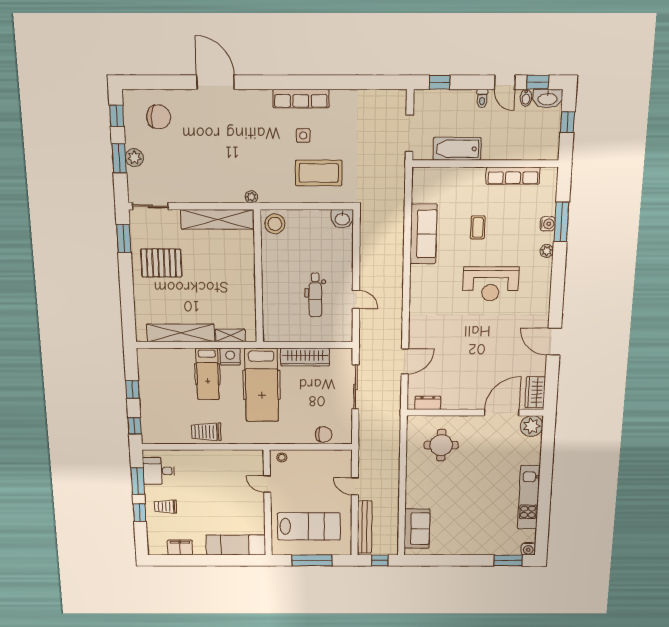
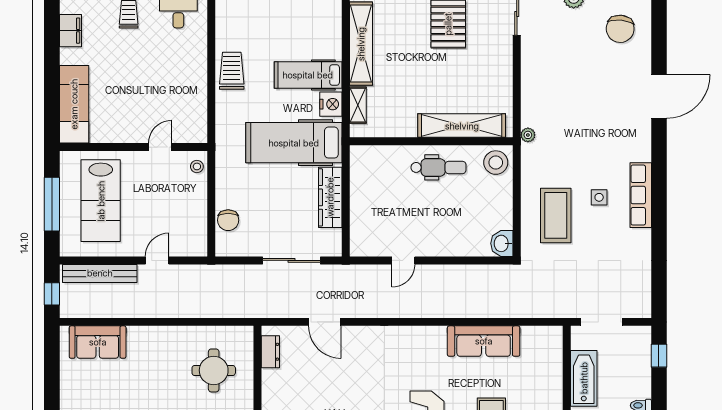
shelving: (217, 219) -> (462, 126), moved, turned 90
dental chair: (315, 295) -> (439, 167), moved, turned 180

